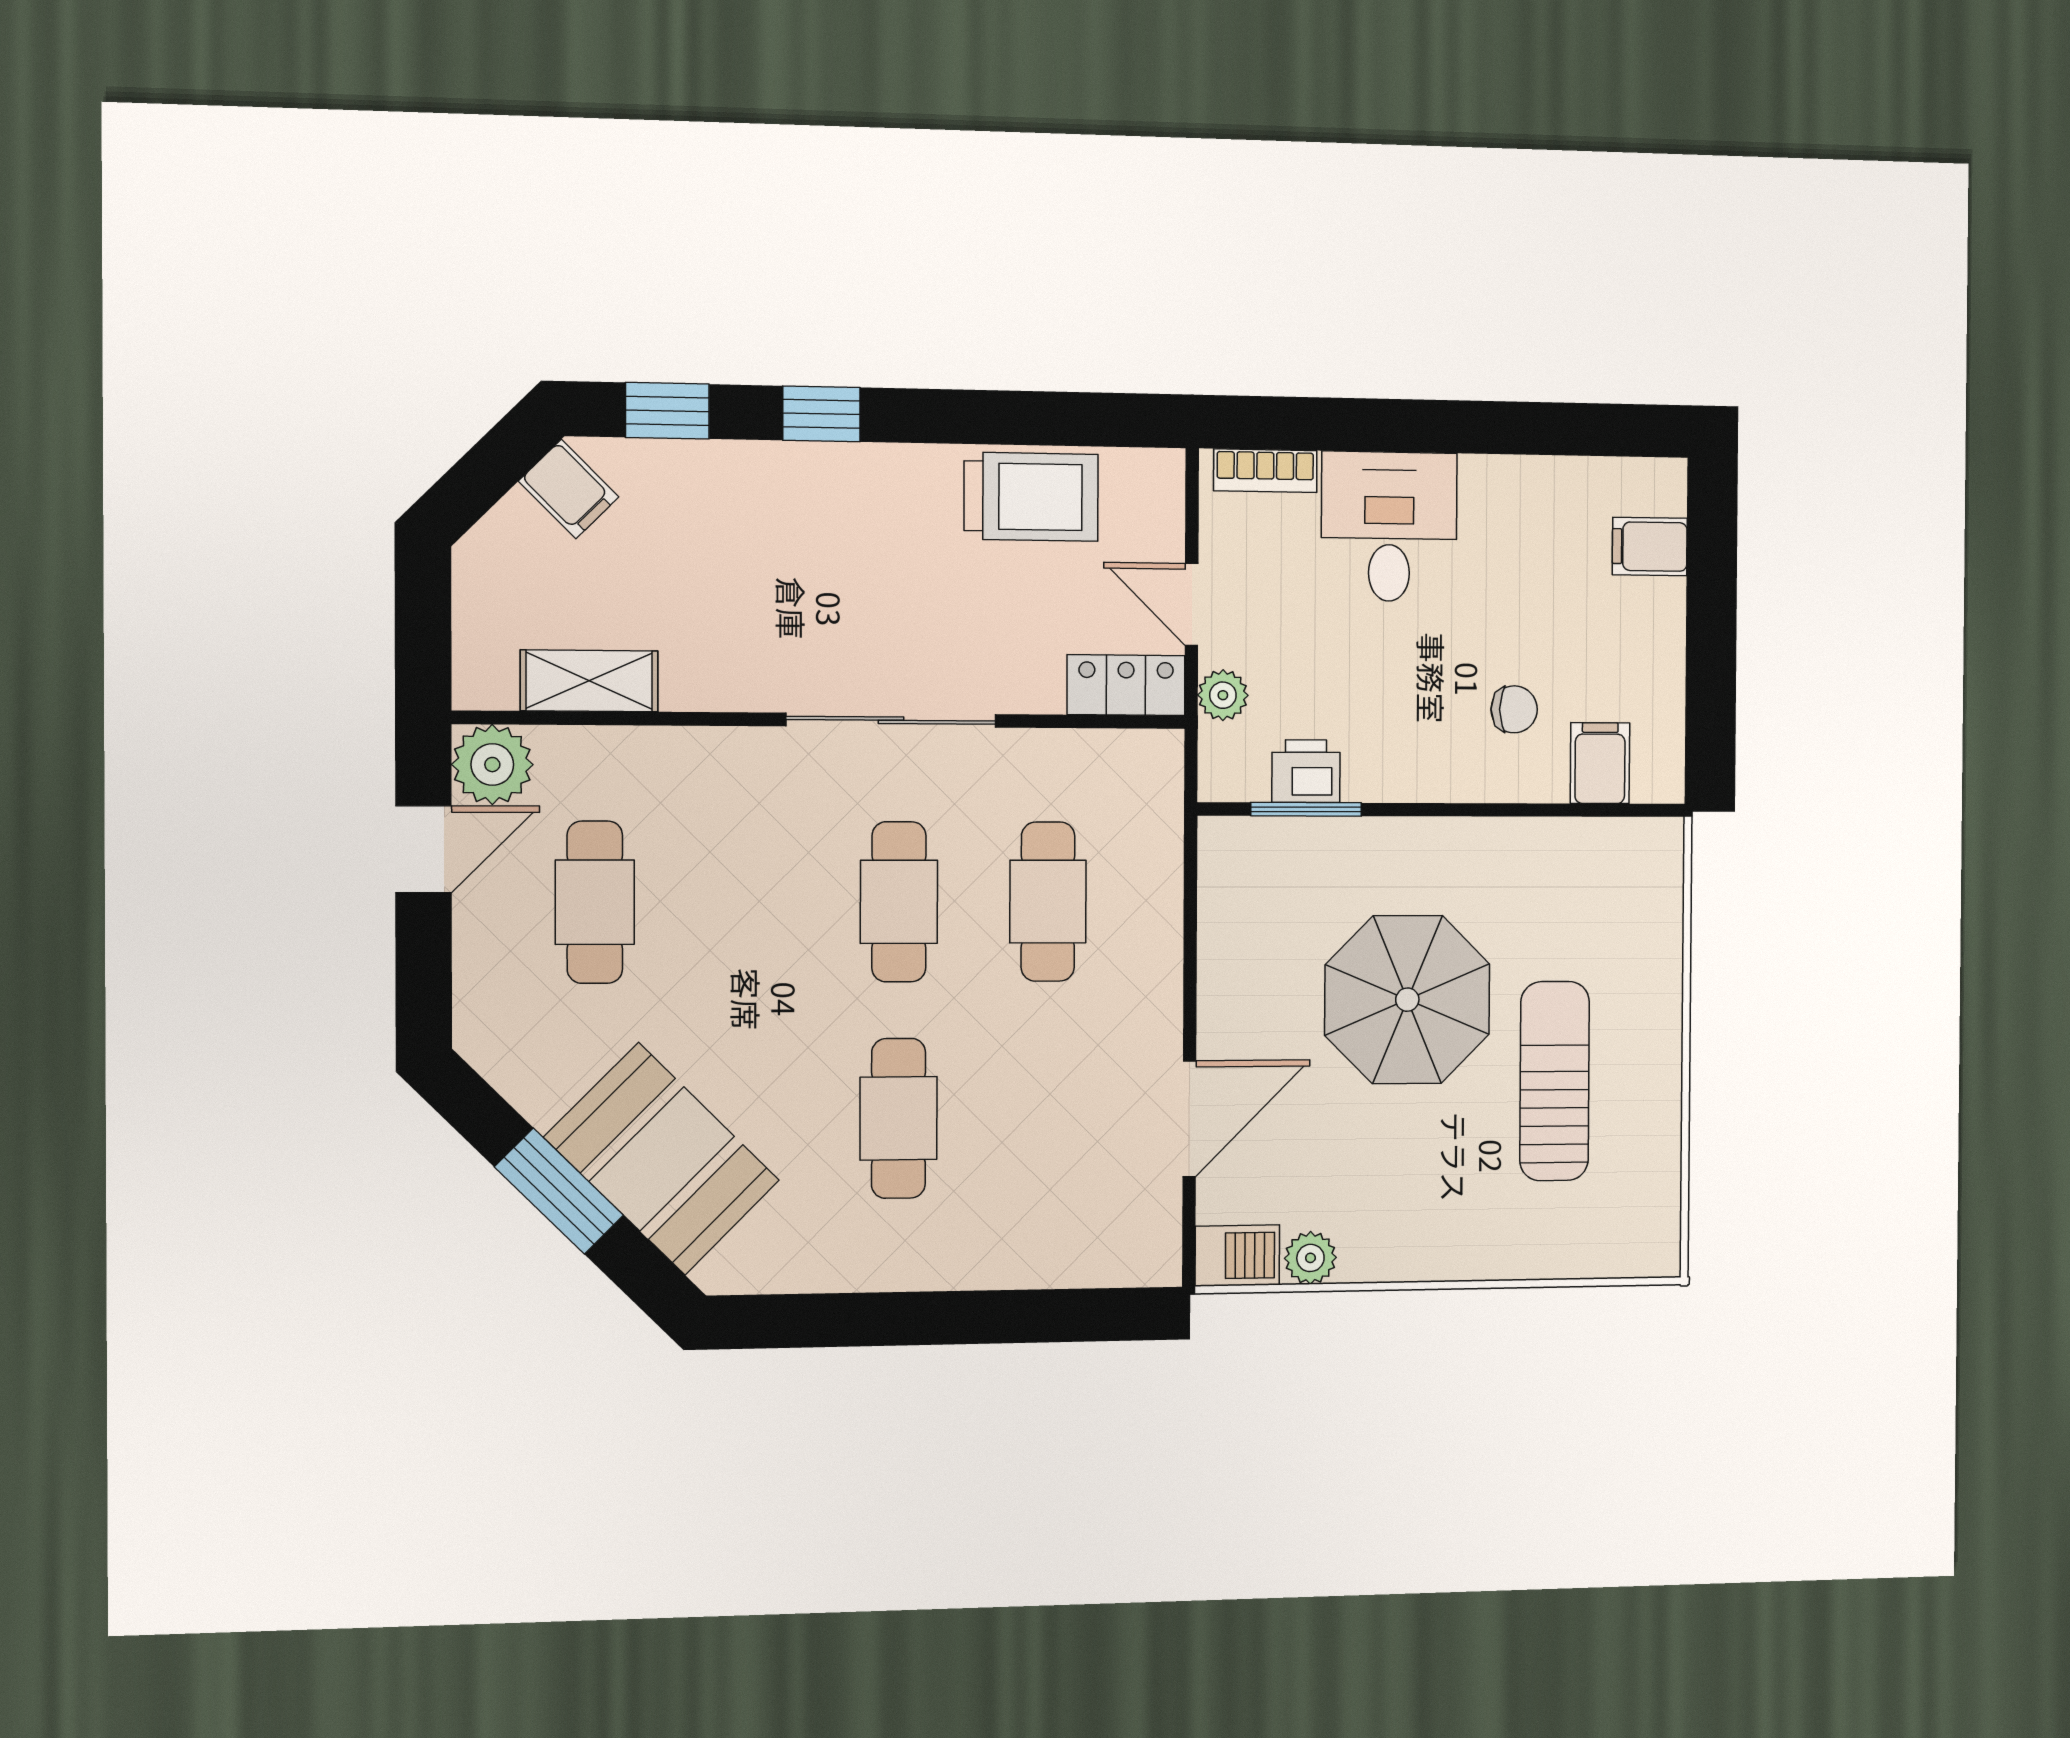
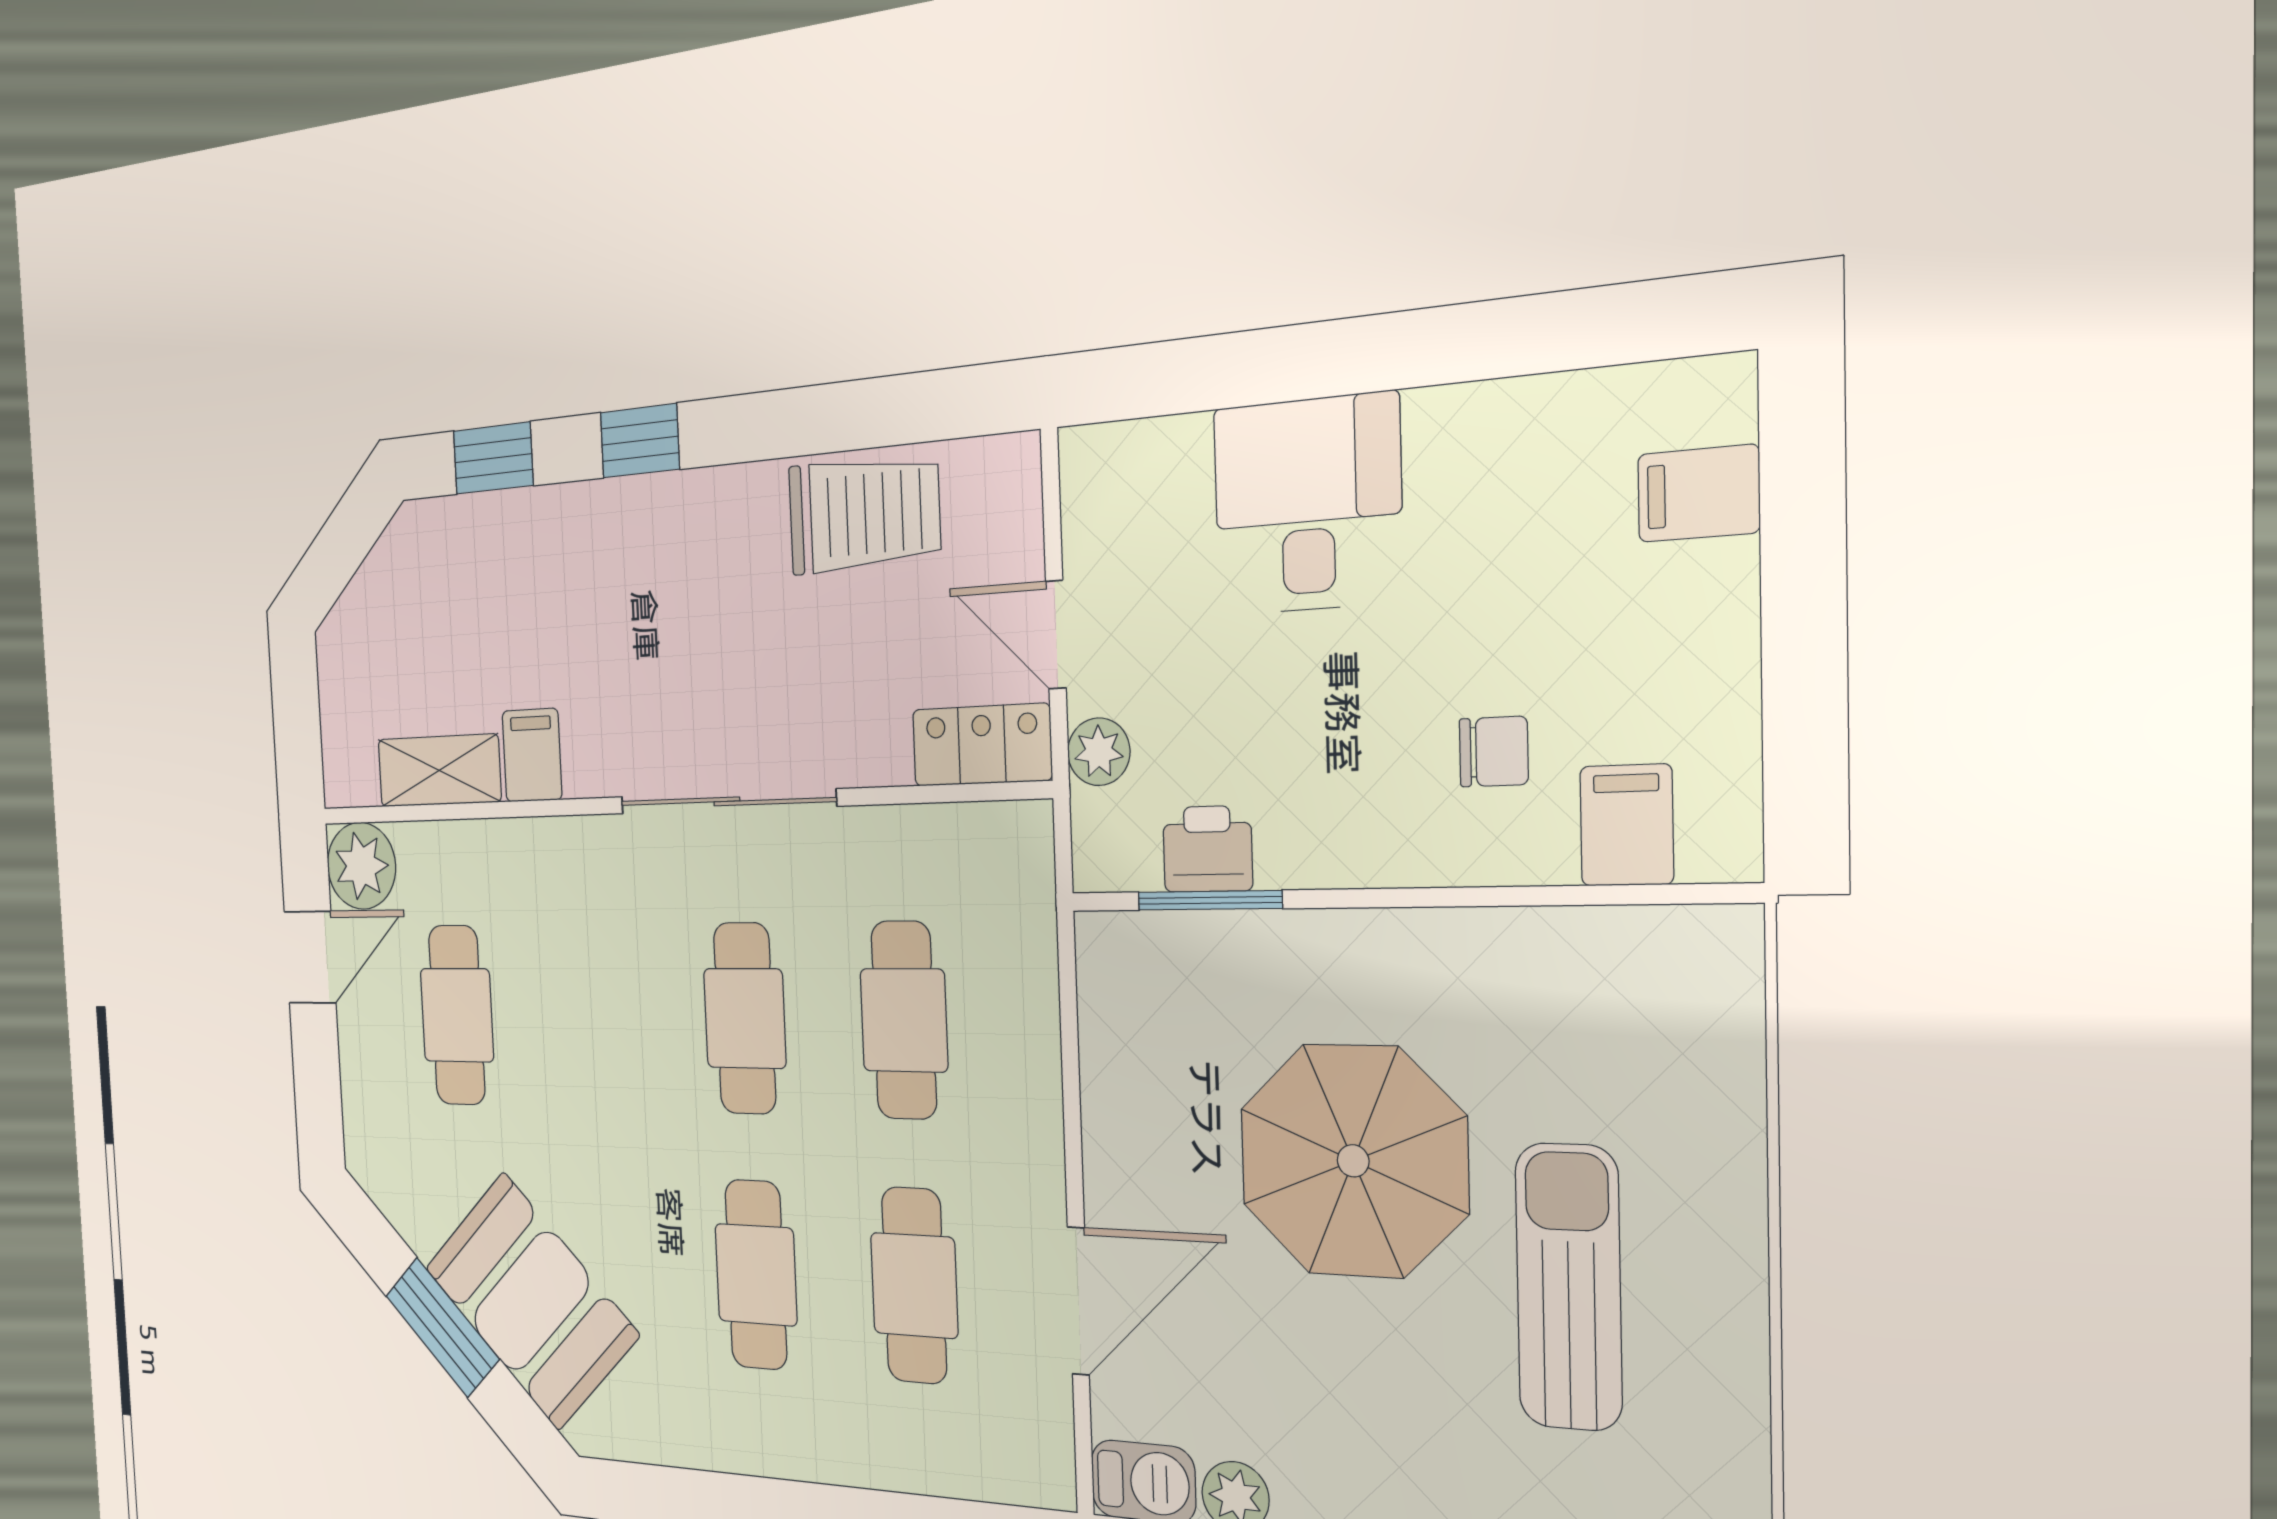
bookcase: (1265, 471) -> (1141, 446), removed
filing cabinet: (569, 489) -> (532, 755), moved, turned -135
cafe table: (1047, 1117) -> (914, 1285), added

